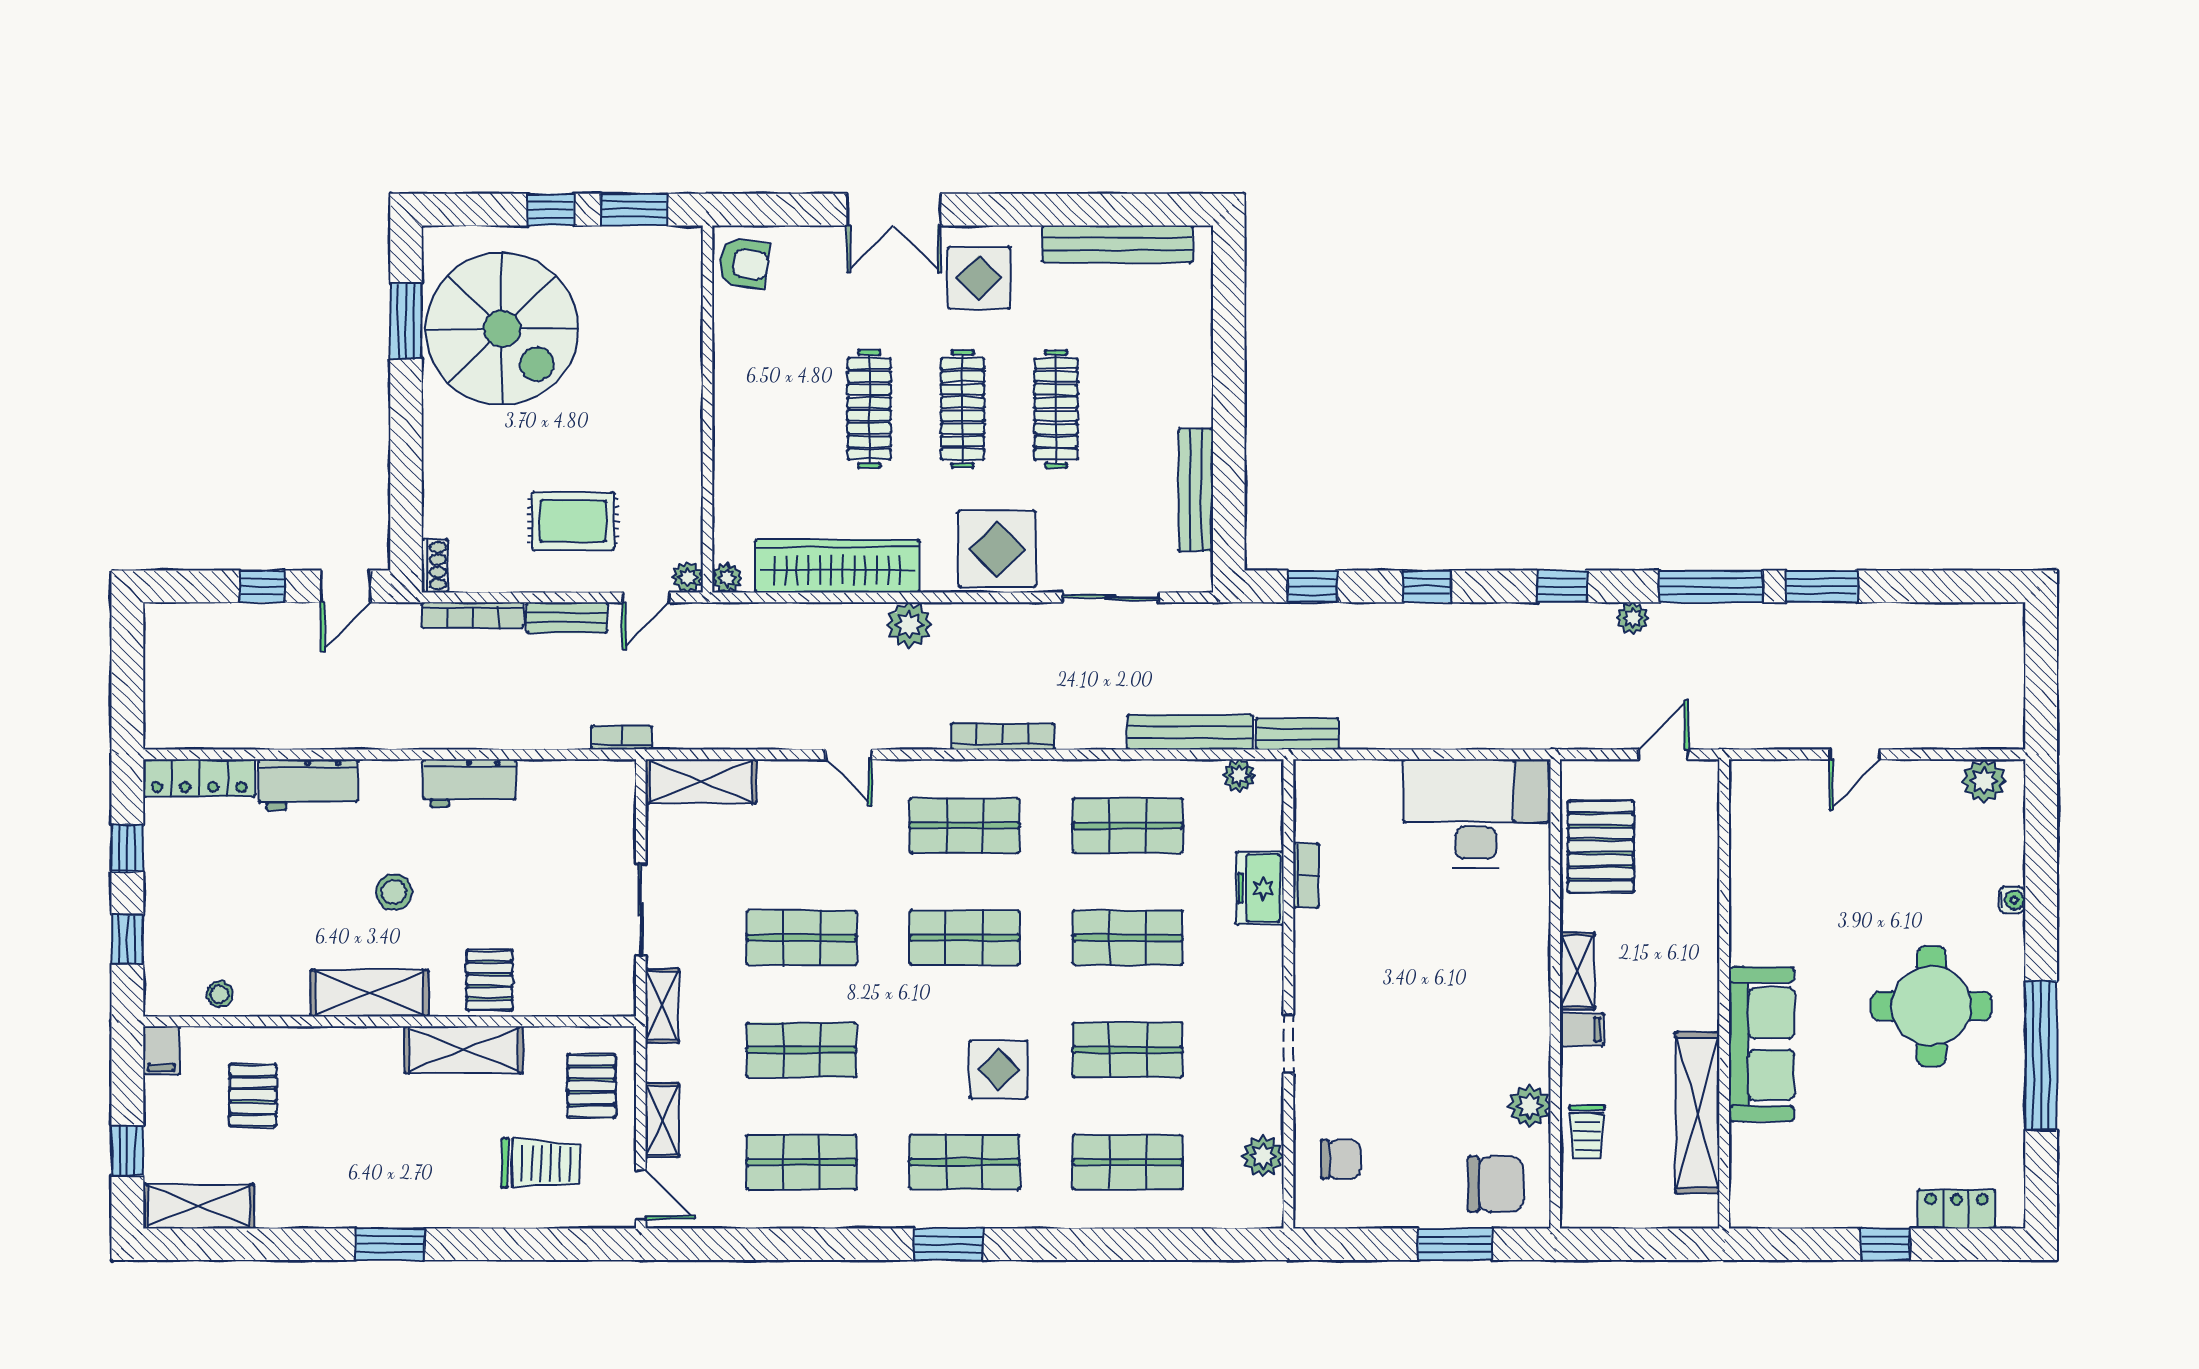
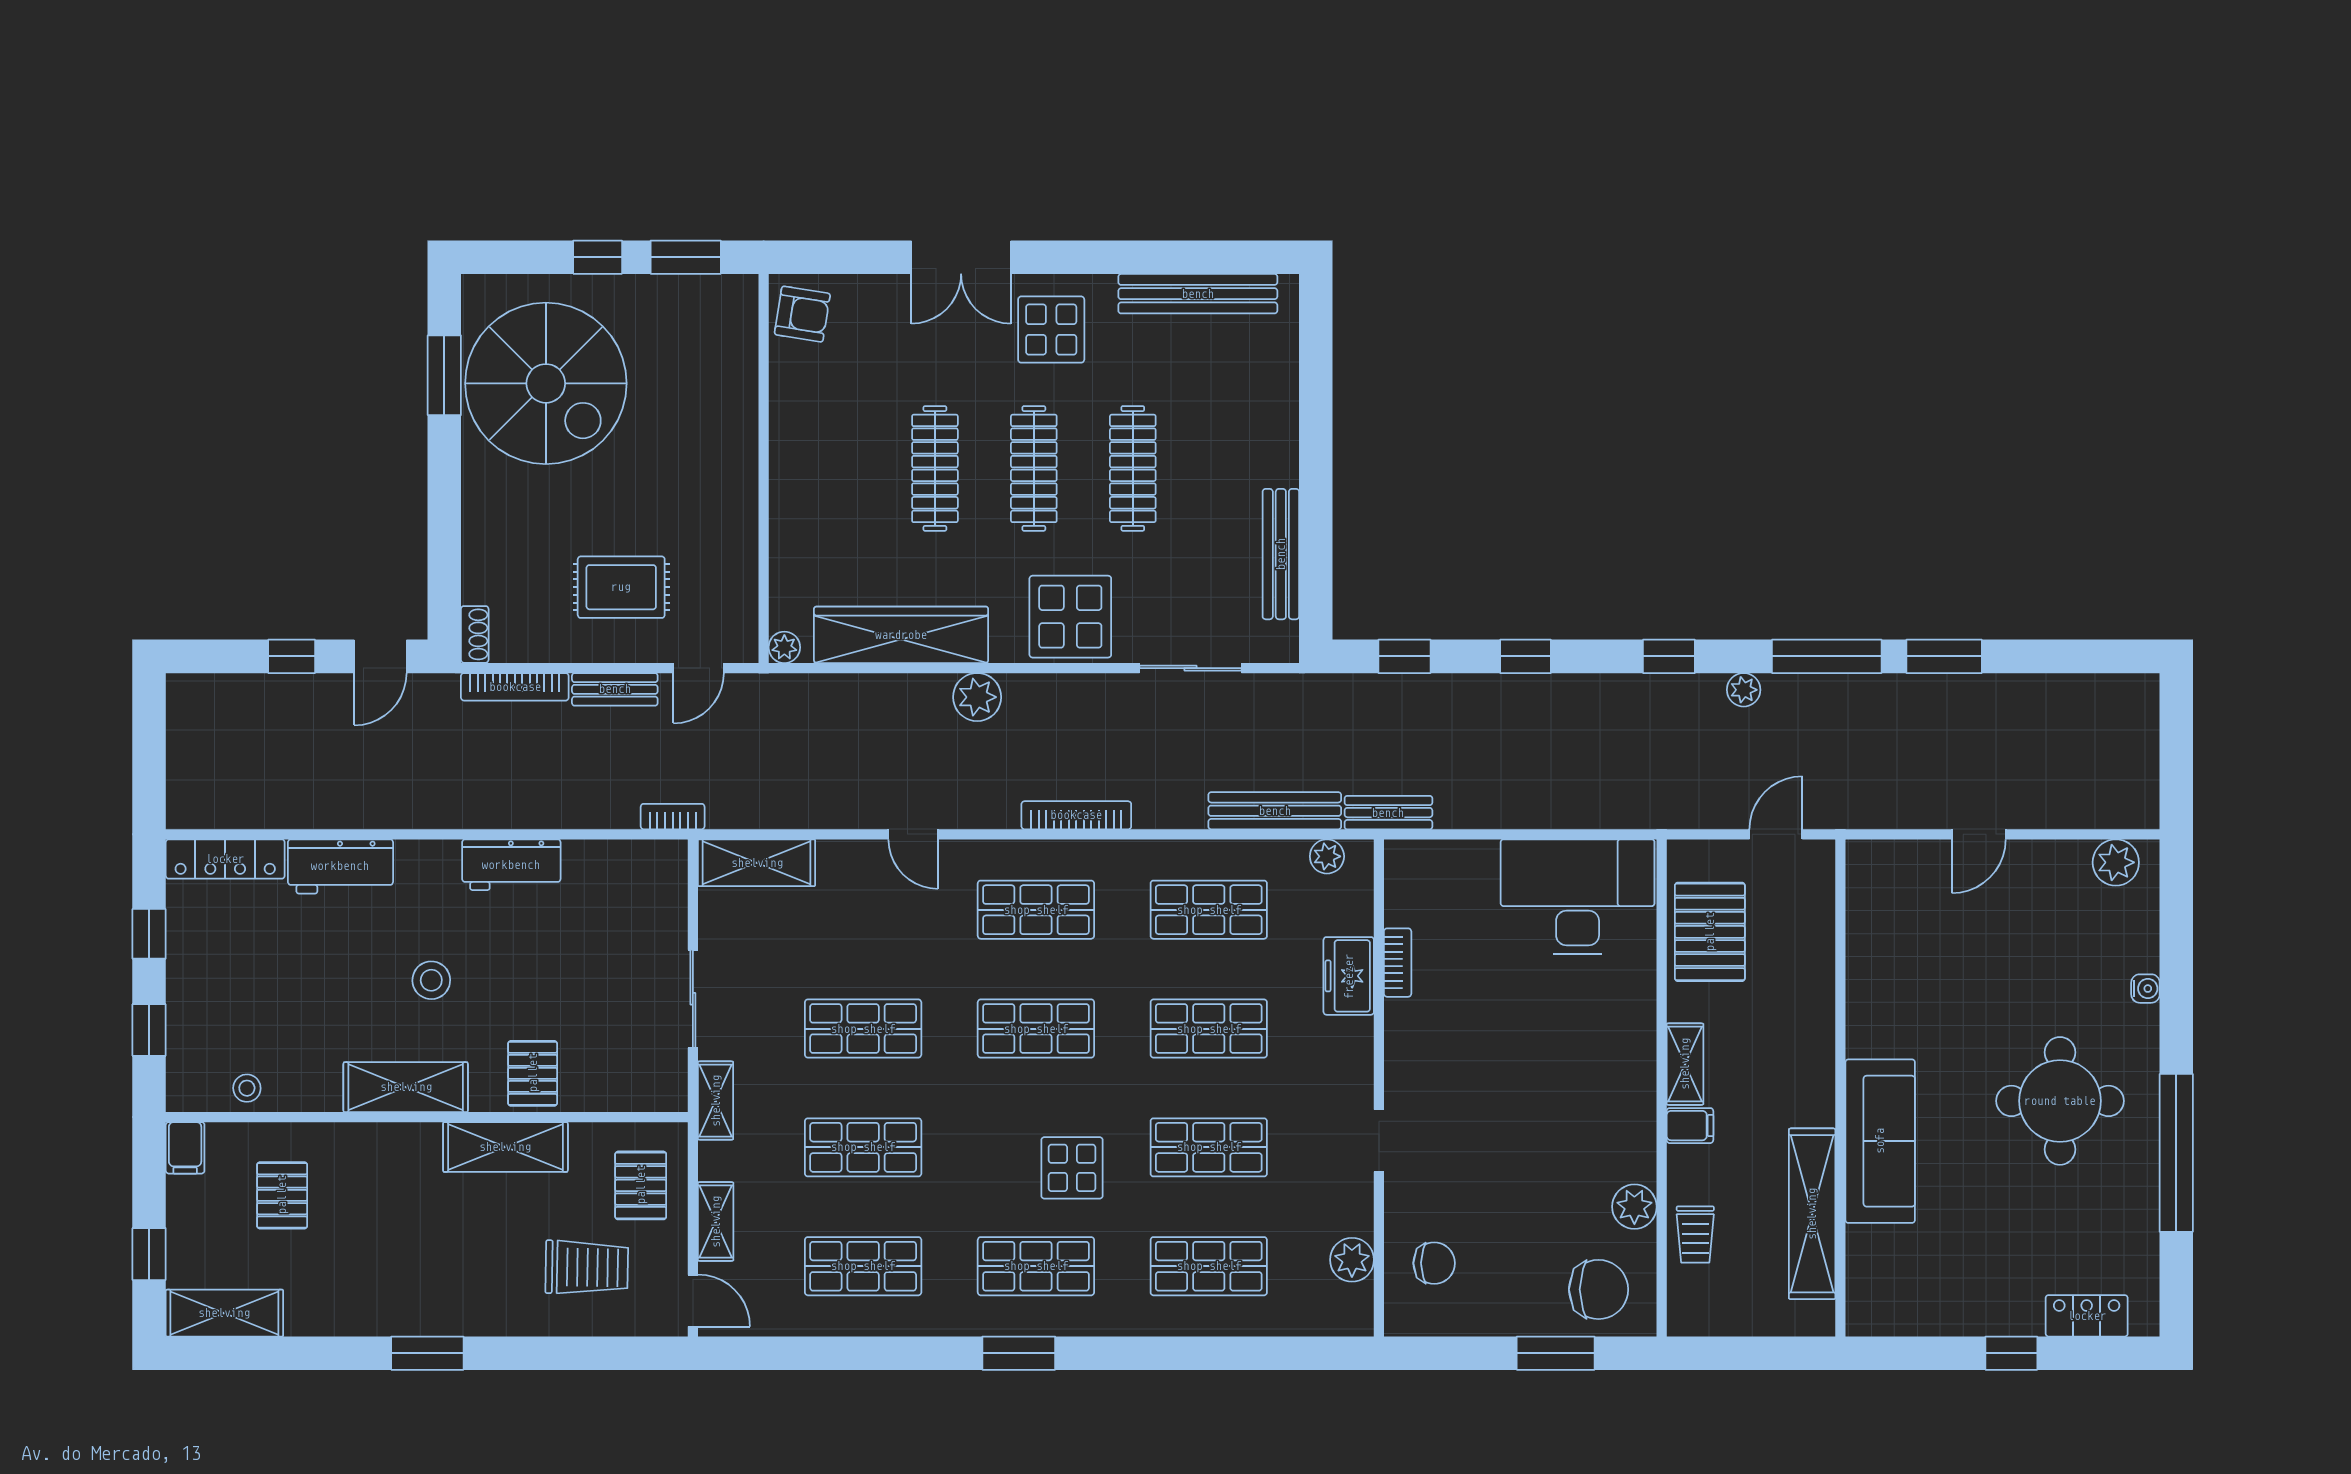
plant: (687, 577) -> (742, 647), removed

